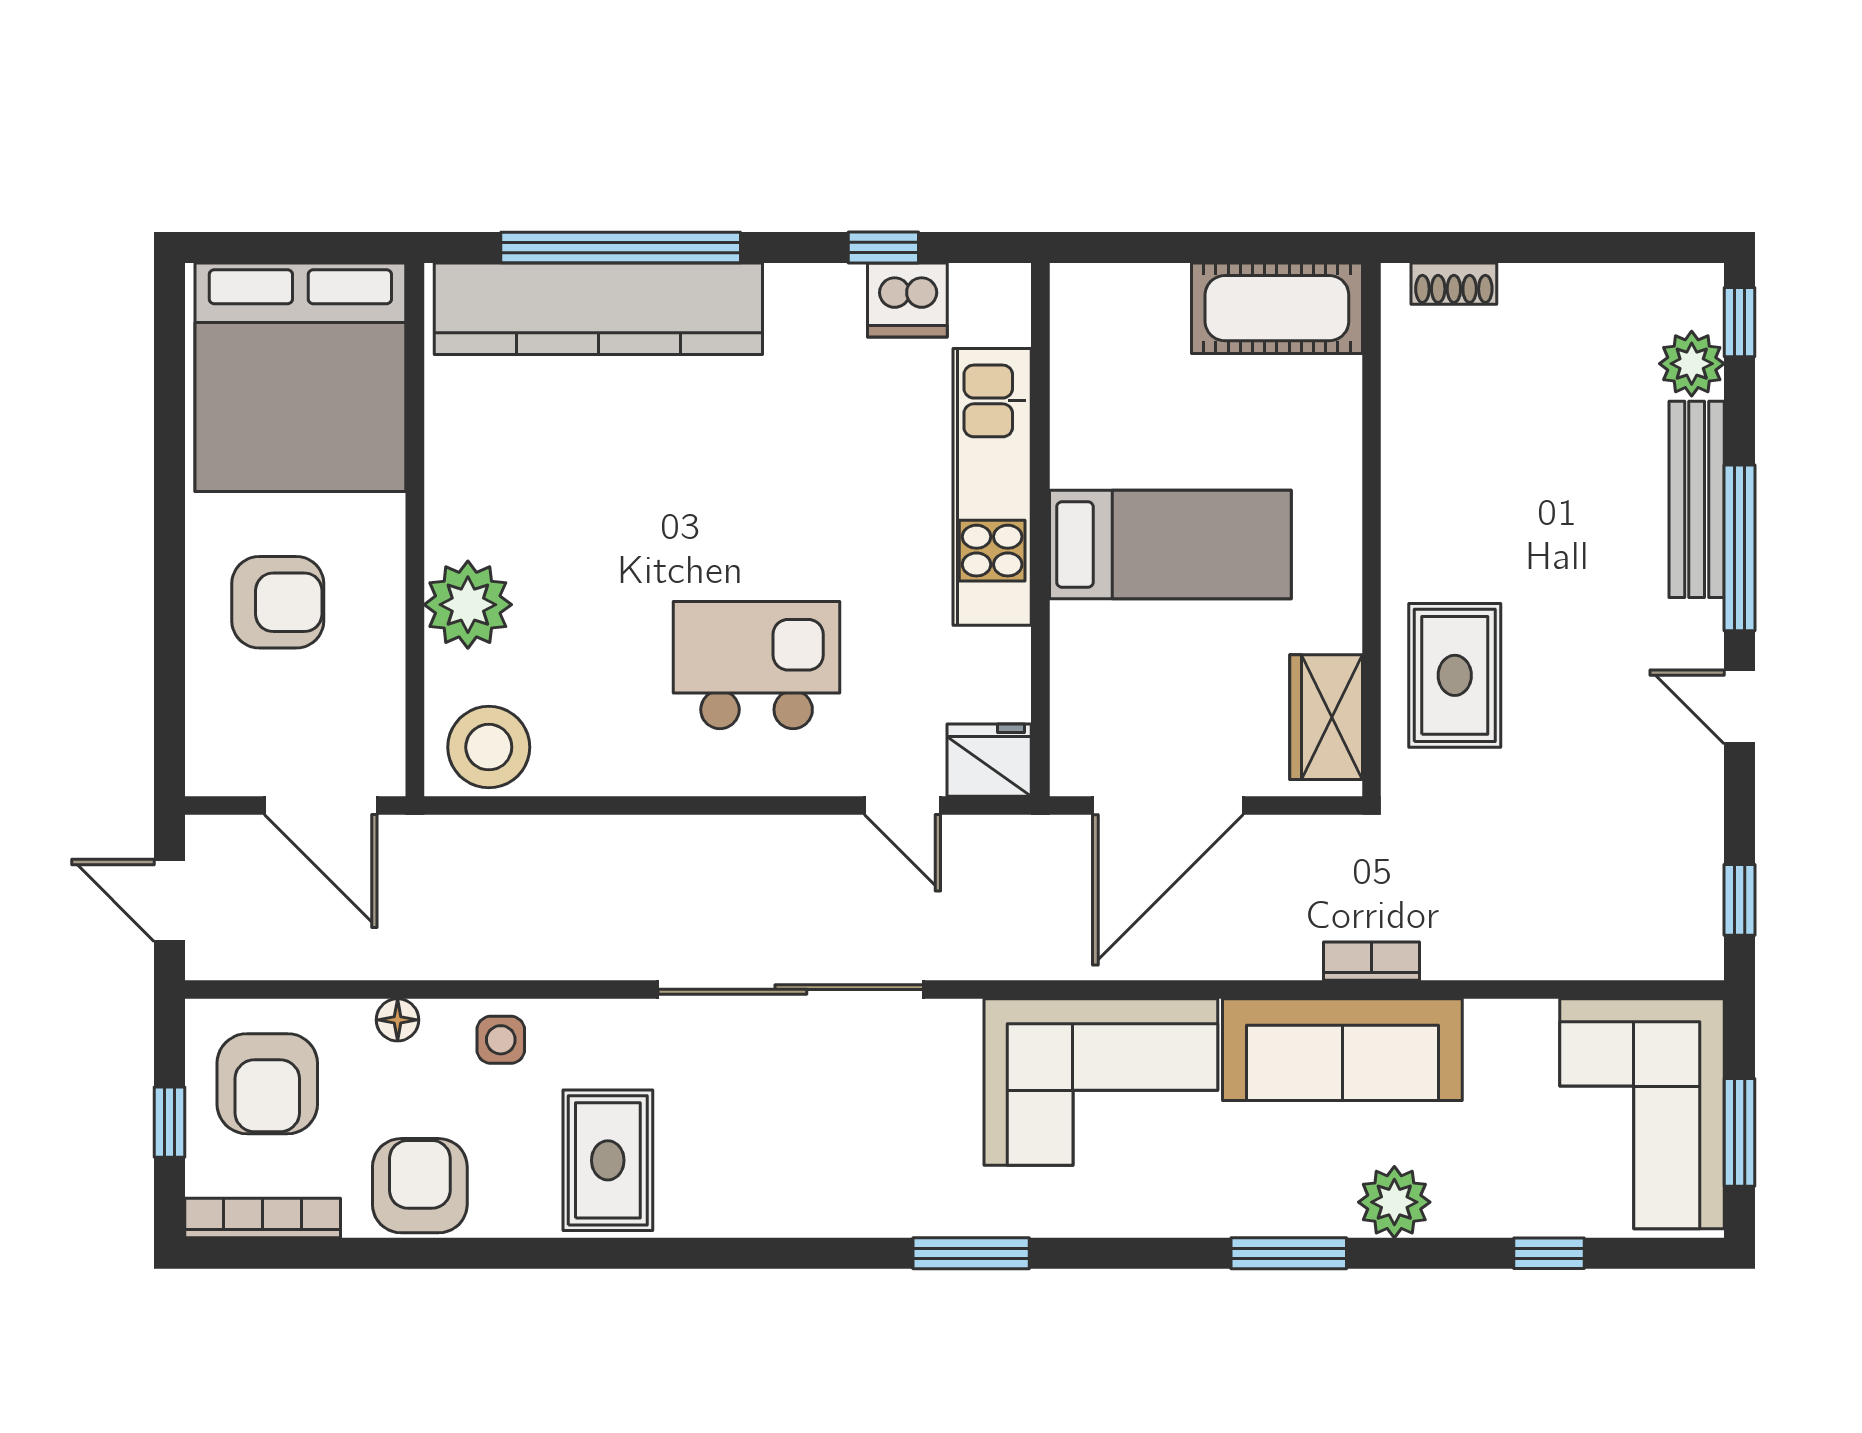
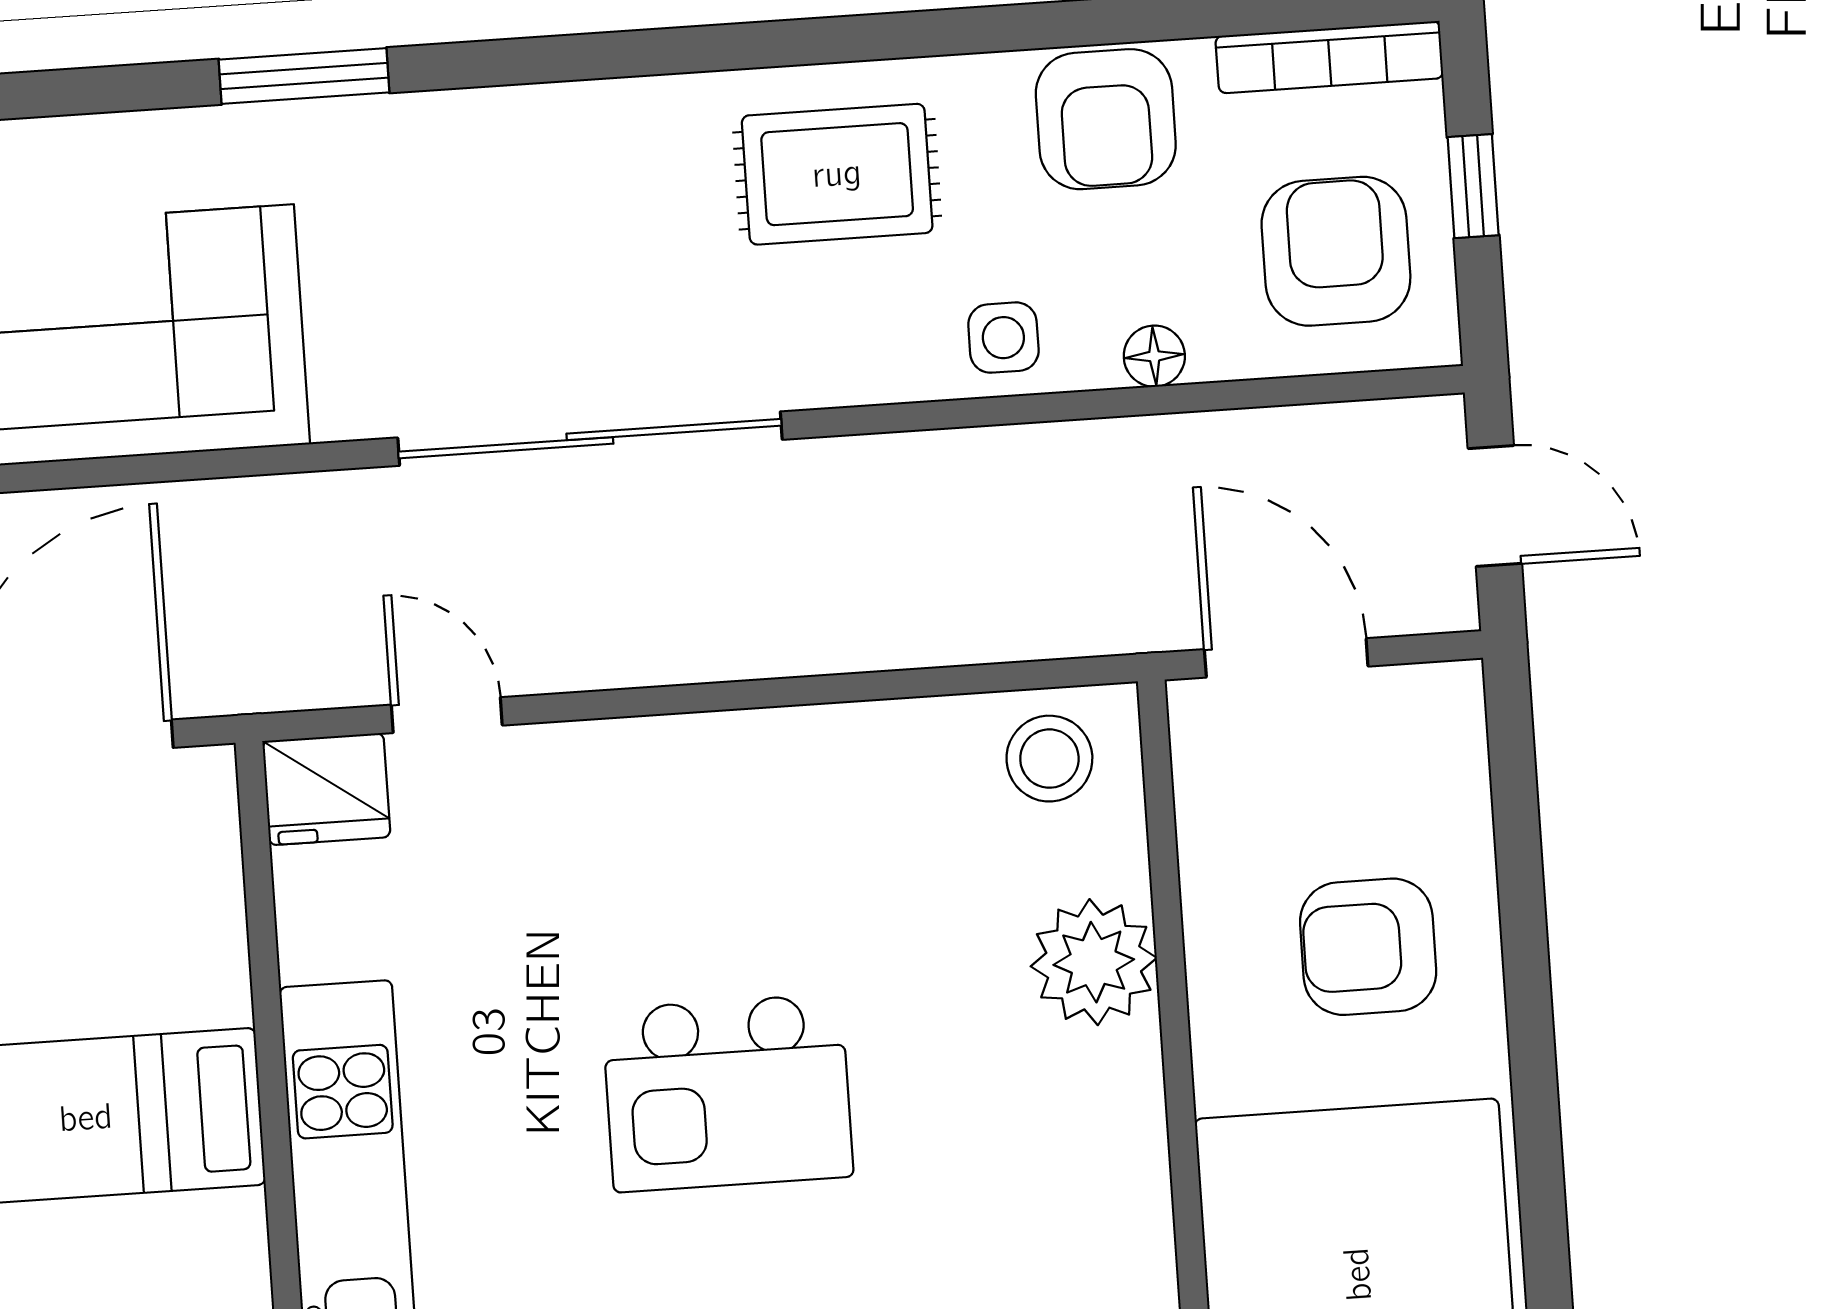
kitchen island: (757, 665) -> (728, 1093), moved
stool: (489, 747) -> (1049, 759), width x0.73, depth x0.73
rug: (608, 1160) -> (837, 174), turned 90

